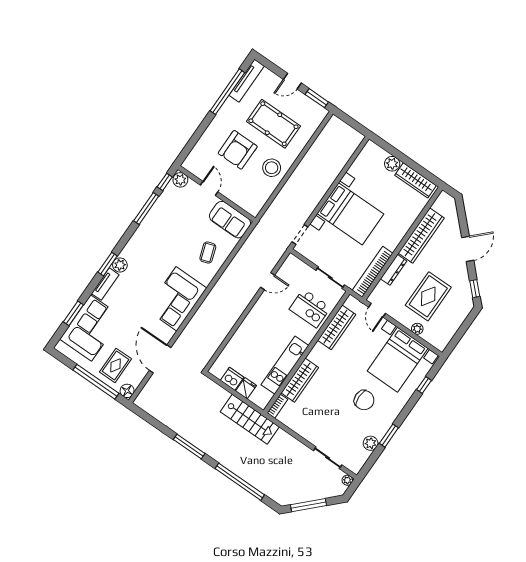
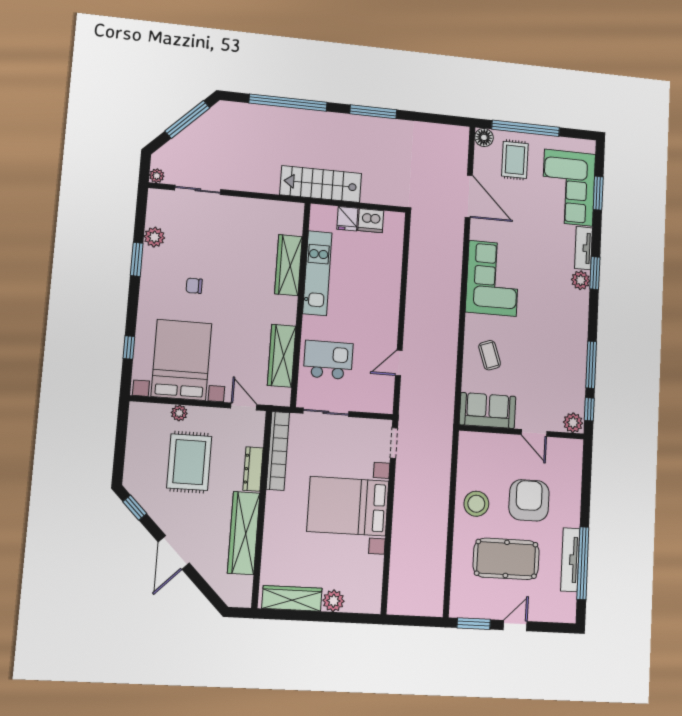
tv unit: (247, 81) -> (570, 560), moved
chair: (364, 400) -> (194, 286), width x0.54, depth x0.54
bookcase: (277, 406) -> (297, 218), removed

